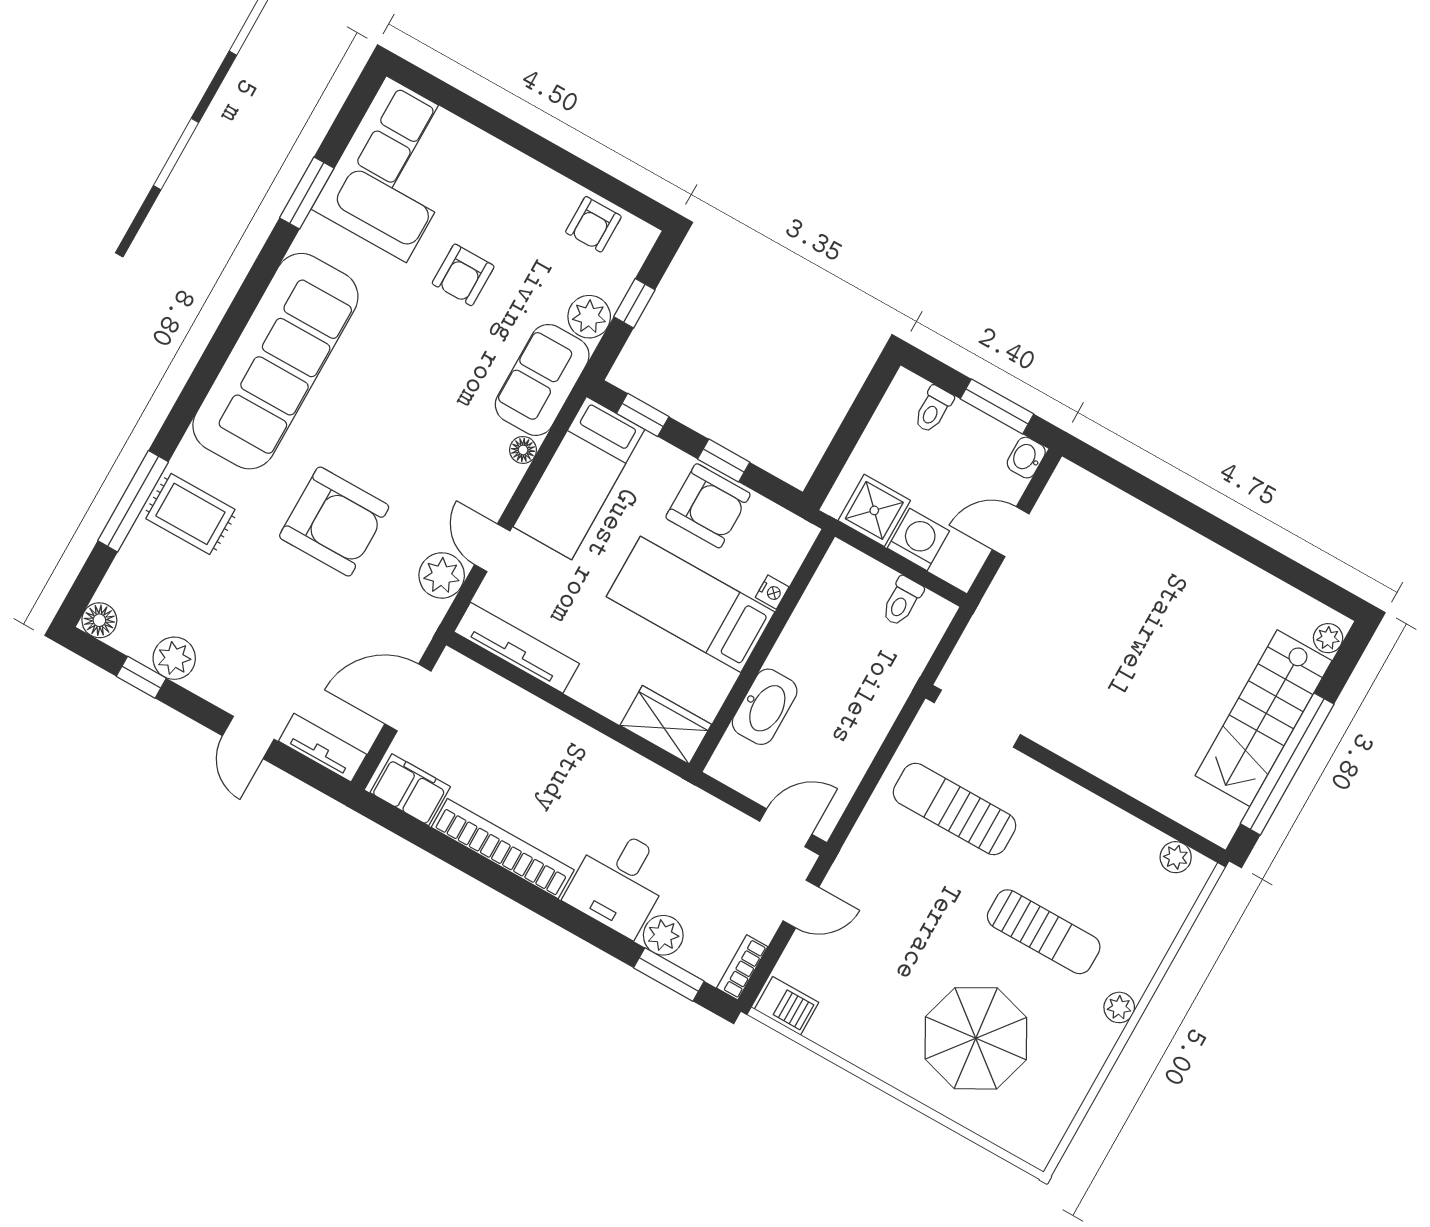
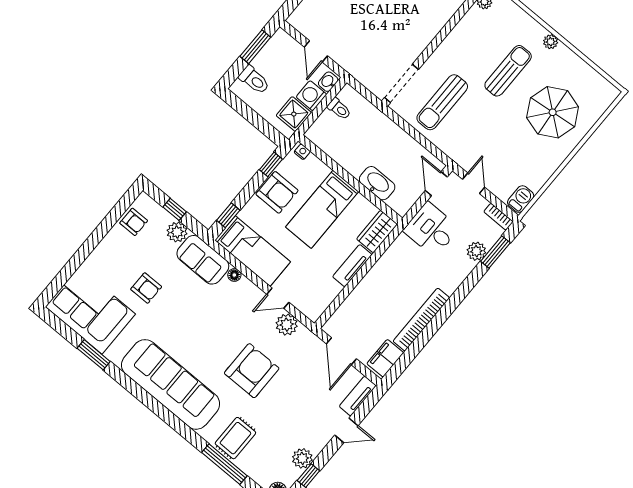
toilet: (933, 409) -> (254, 80), width x1.37, depth x1.39
washbasin: (1026, 458) -> (328, 82), moved, turned 90
window: (724, 461) -> (271, 164), moved
armchair: (708, 506) -> (277, 192), turned 90
nightstand: (772, 592) -> (302, 152), moved
tv unit: (517, 648) -> (352, 266), moved, width x0.71
desk: (619, 882) -> (431, 229), moved, turned 180

